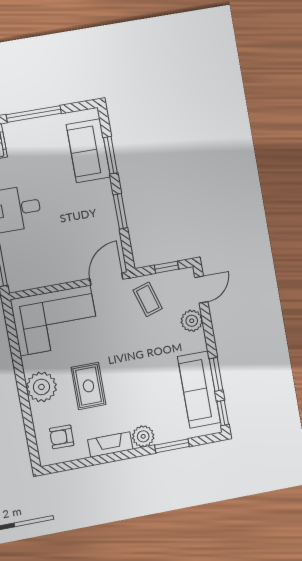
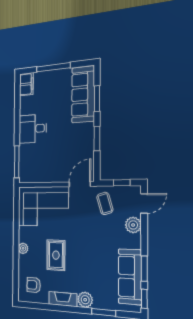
sofa: (88, 151) -> (83, 94), width x1.36
plant: (41, 387) -> (23, 248), width x0.53, depth x0.53

